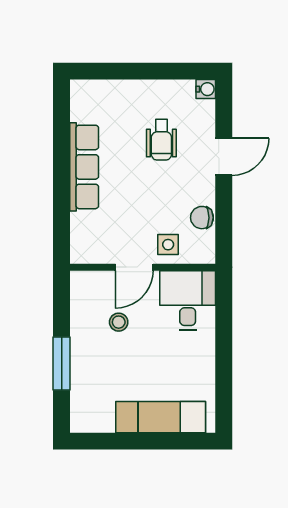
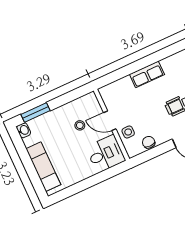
row of seats: (84, 167) -> (147, 74), width x0.68
window: (62, 364) -> (35, 112), moved
washbasin: (83, 422) -> (24, 130), added

